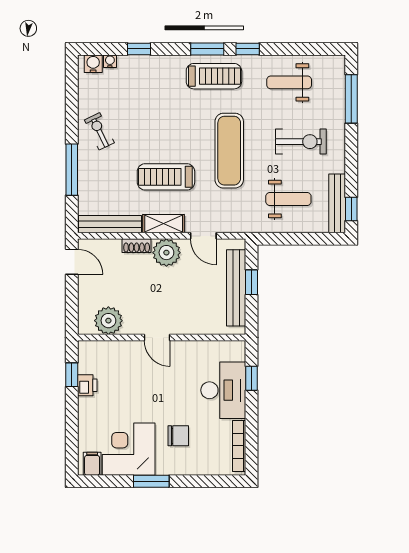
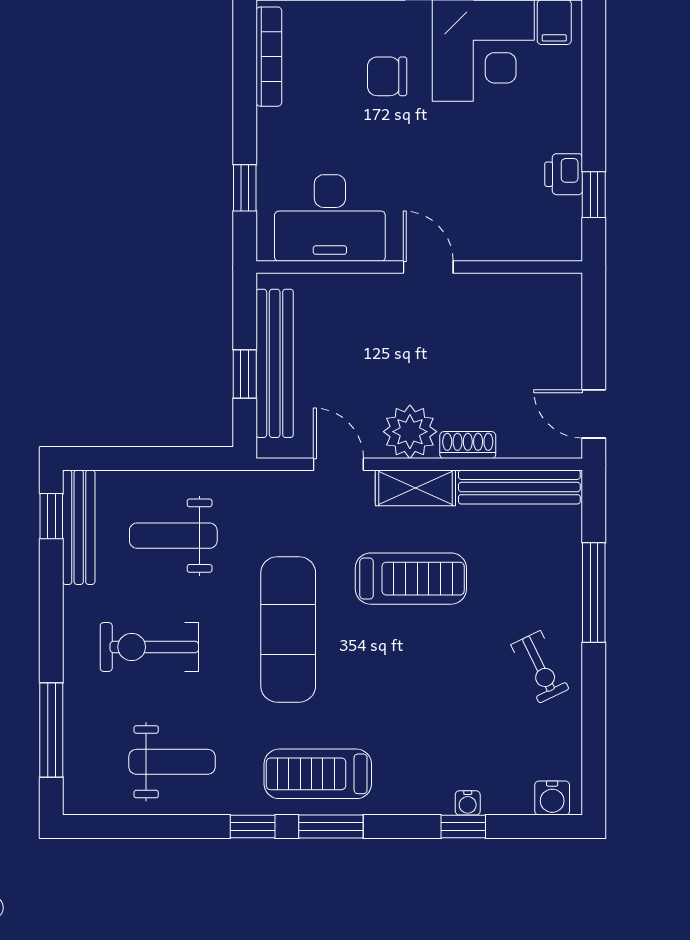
water cooler: (110, 61) -> (468, 803), moved
plant: (108, 321) -> (522, 300), removed
desk: (223, 390) -> (330, 218), moved, turned -90

